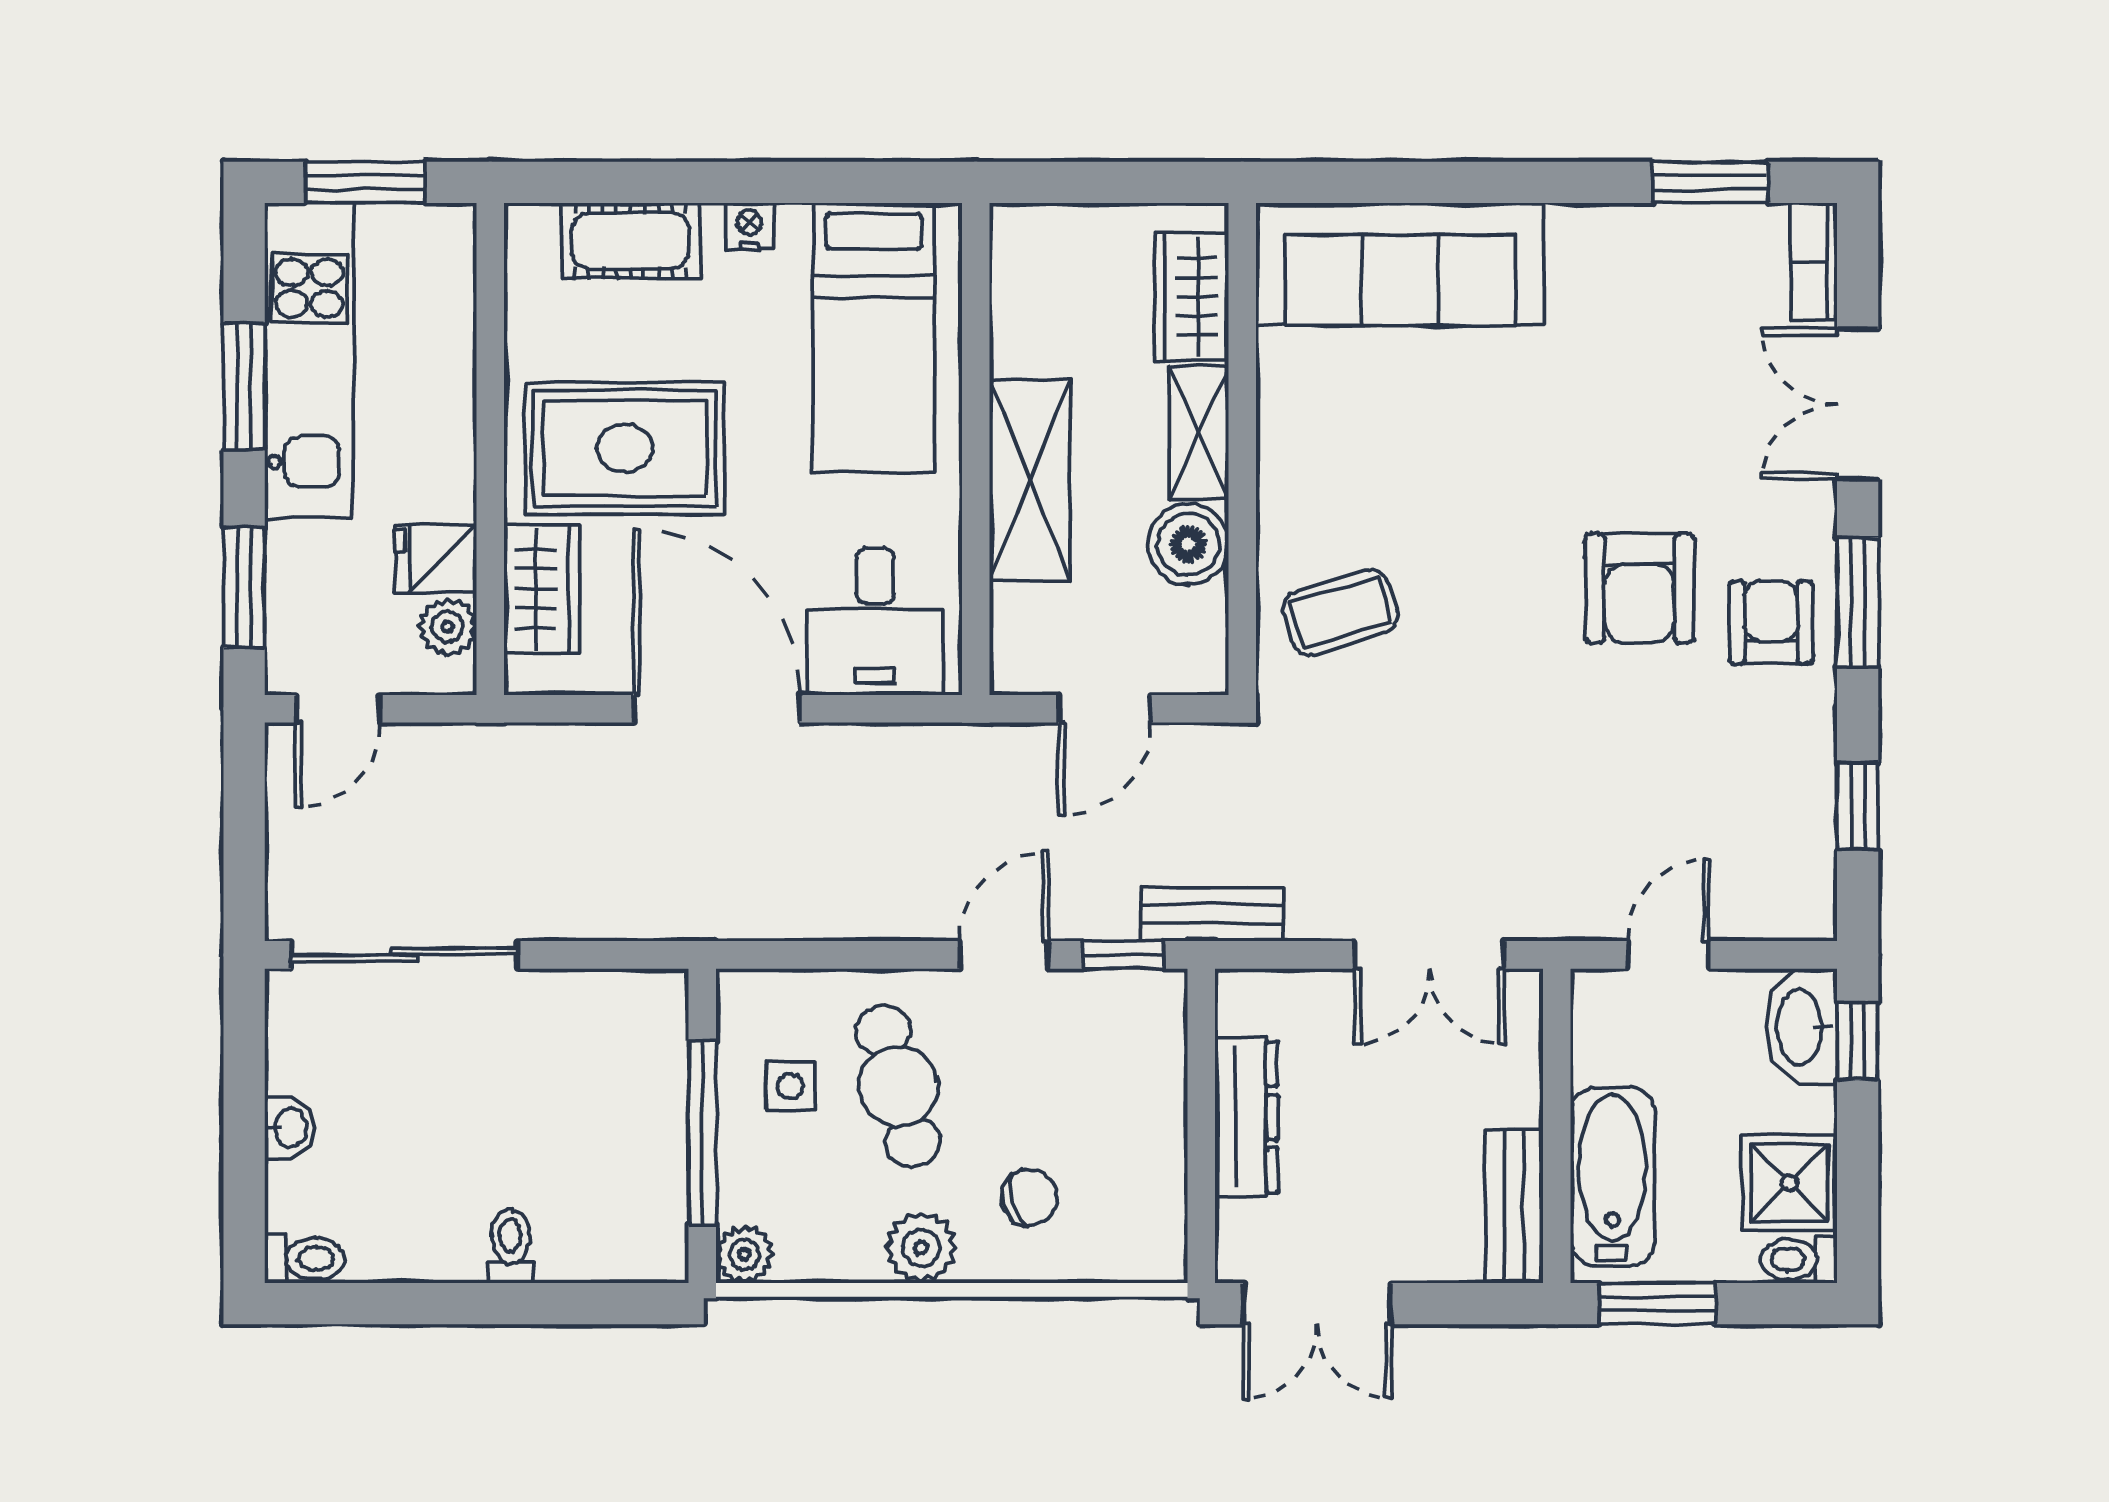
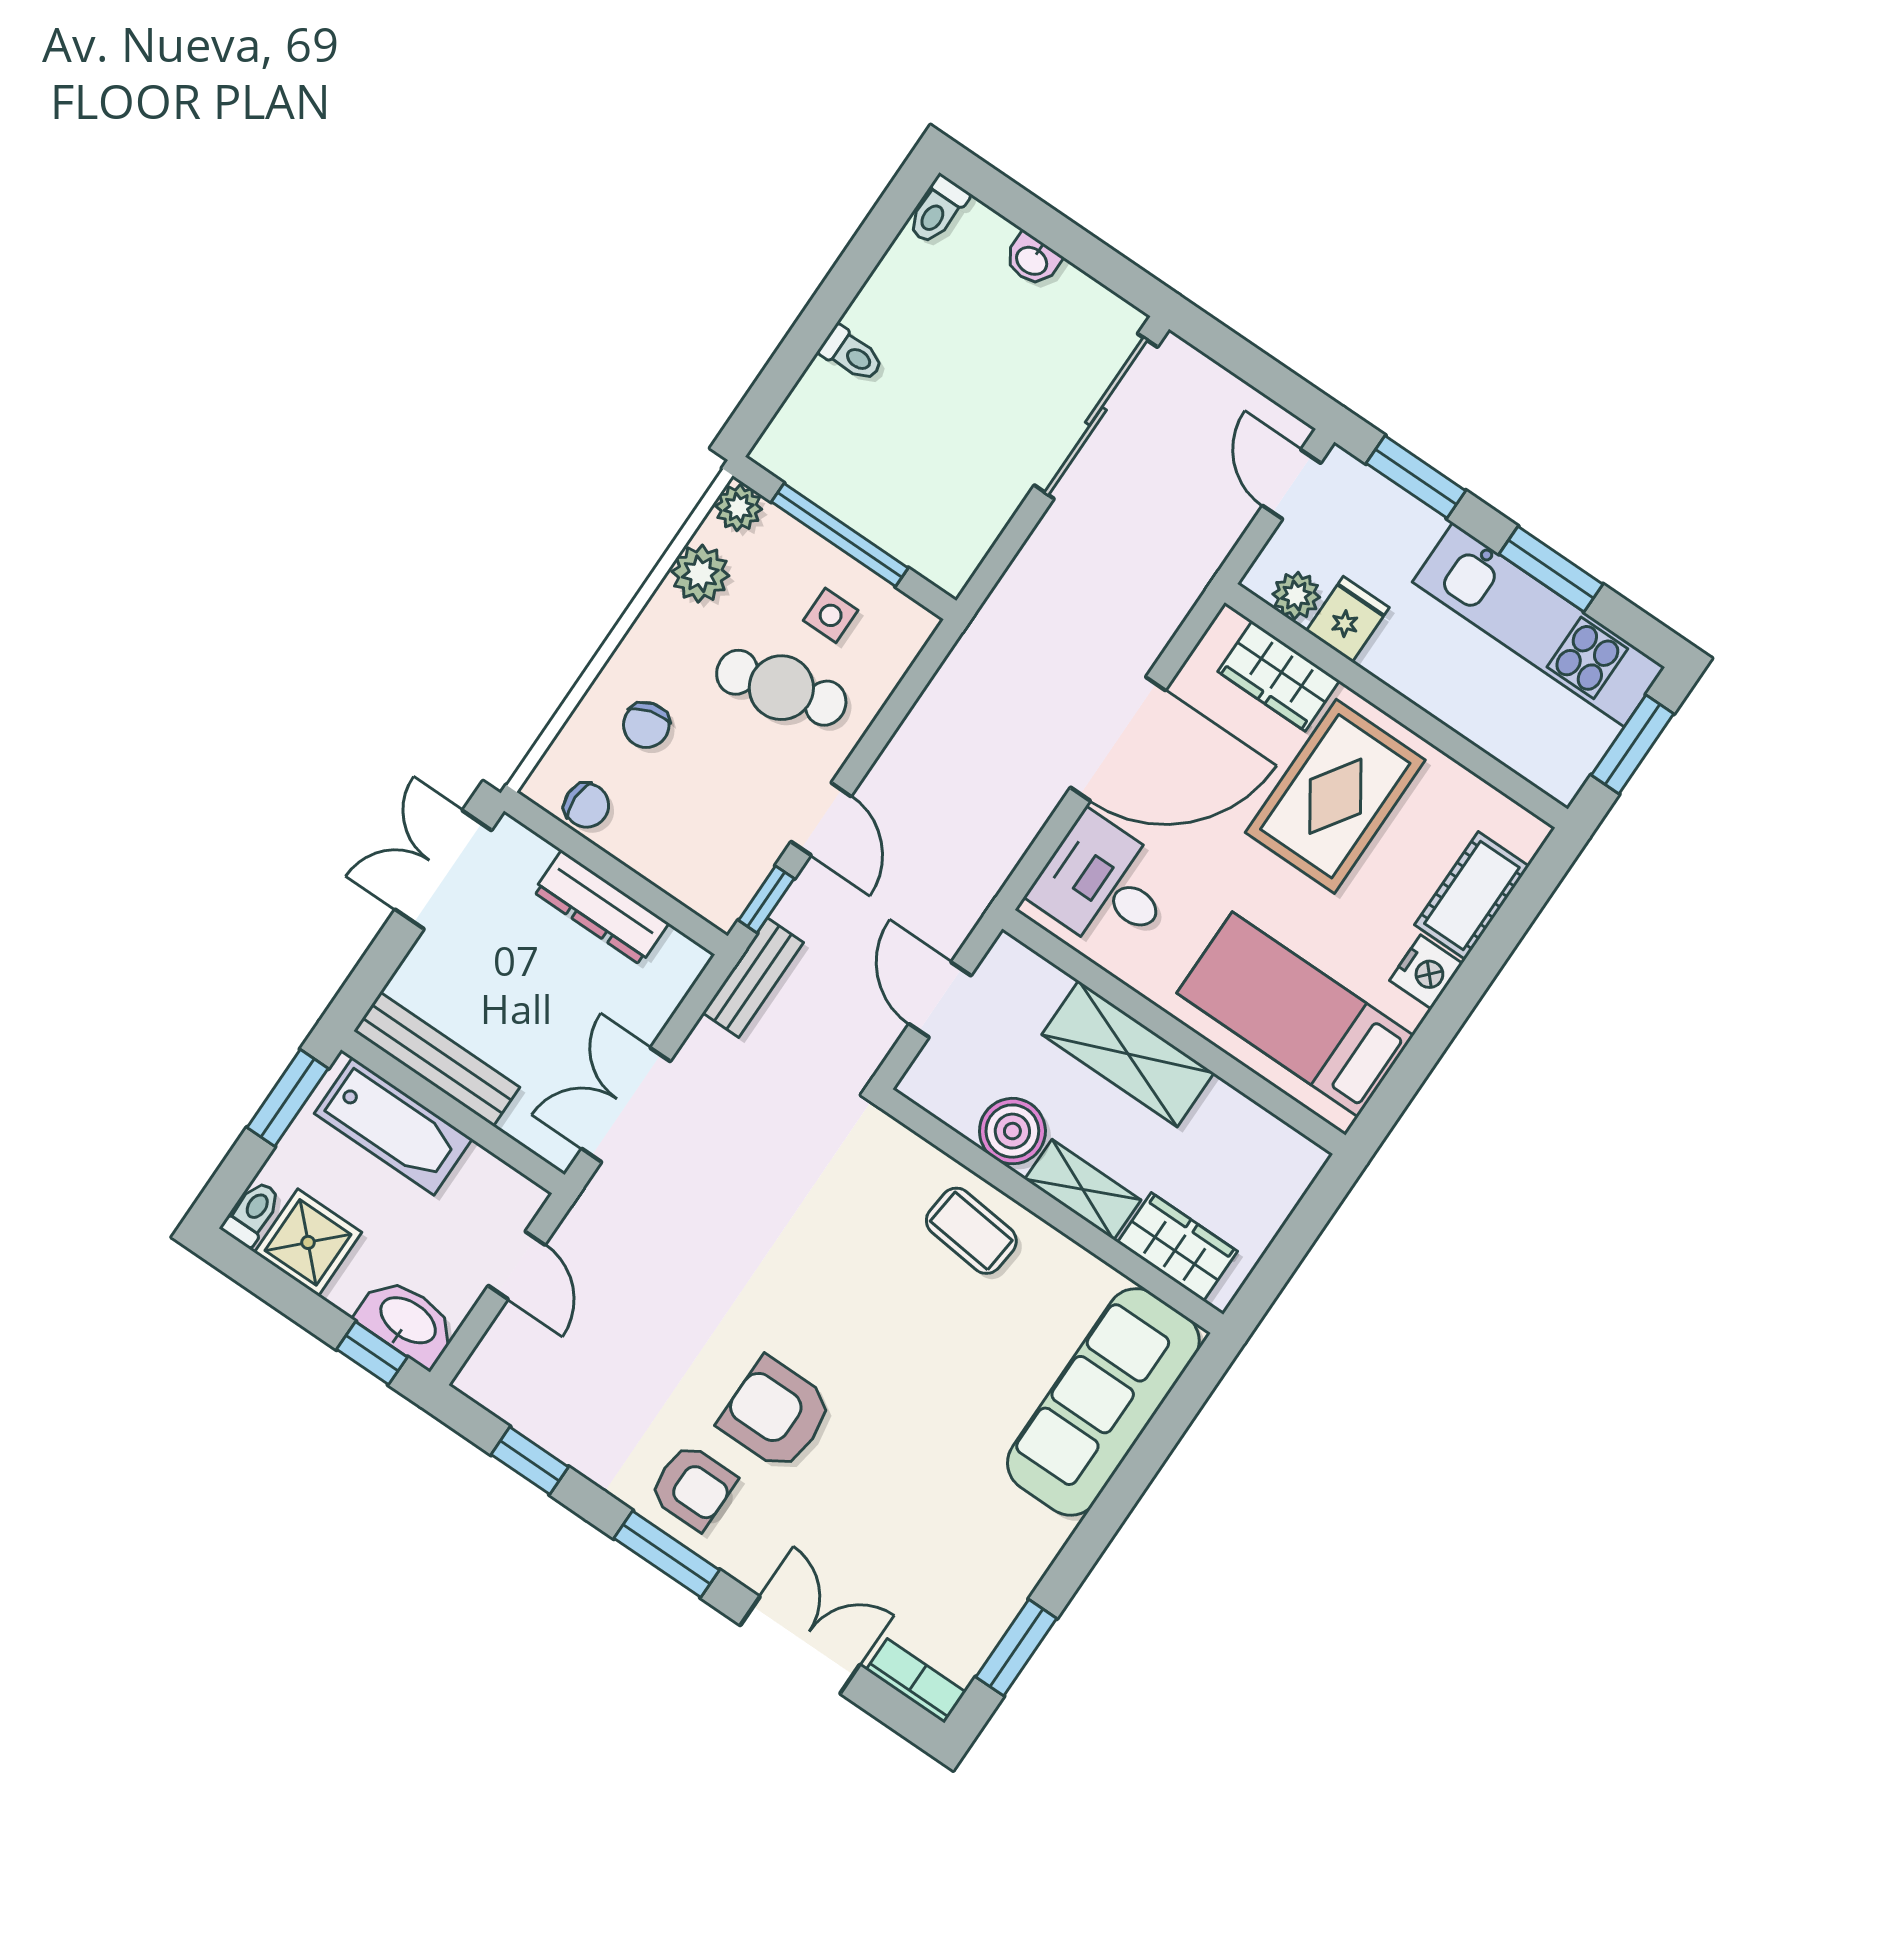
nightstand: (750, 226) -> (1426, 972), width x1.39, depth x1.35
coffee table: (1340, 612) -> (971, 1231), moved, turned -67
chair: (1152, 1203) -> (587, 805), added
bench: (1514, 1207) -> (437, 1059), width x1.36
plant: (921, 1248) -> (700, 574), moved

